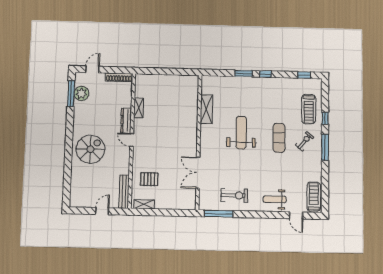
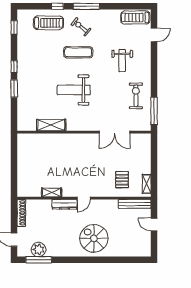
weight bench: (275, 199) -> (122, 61), moved

